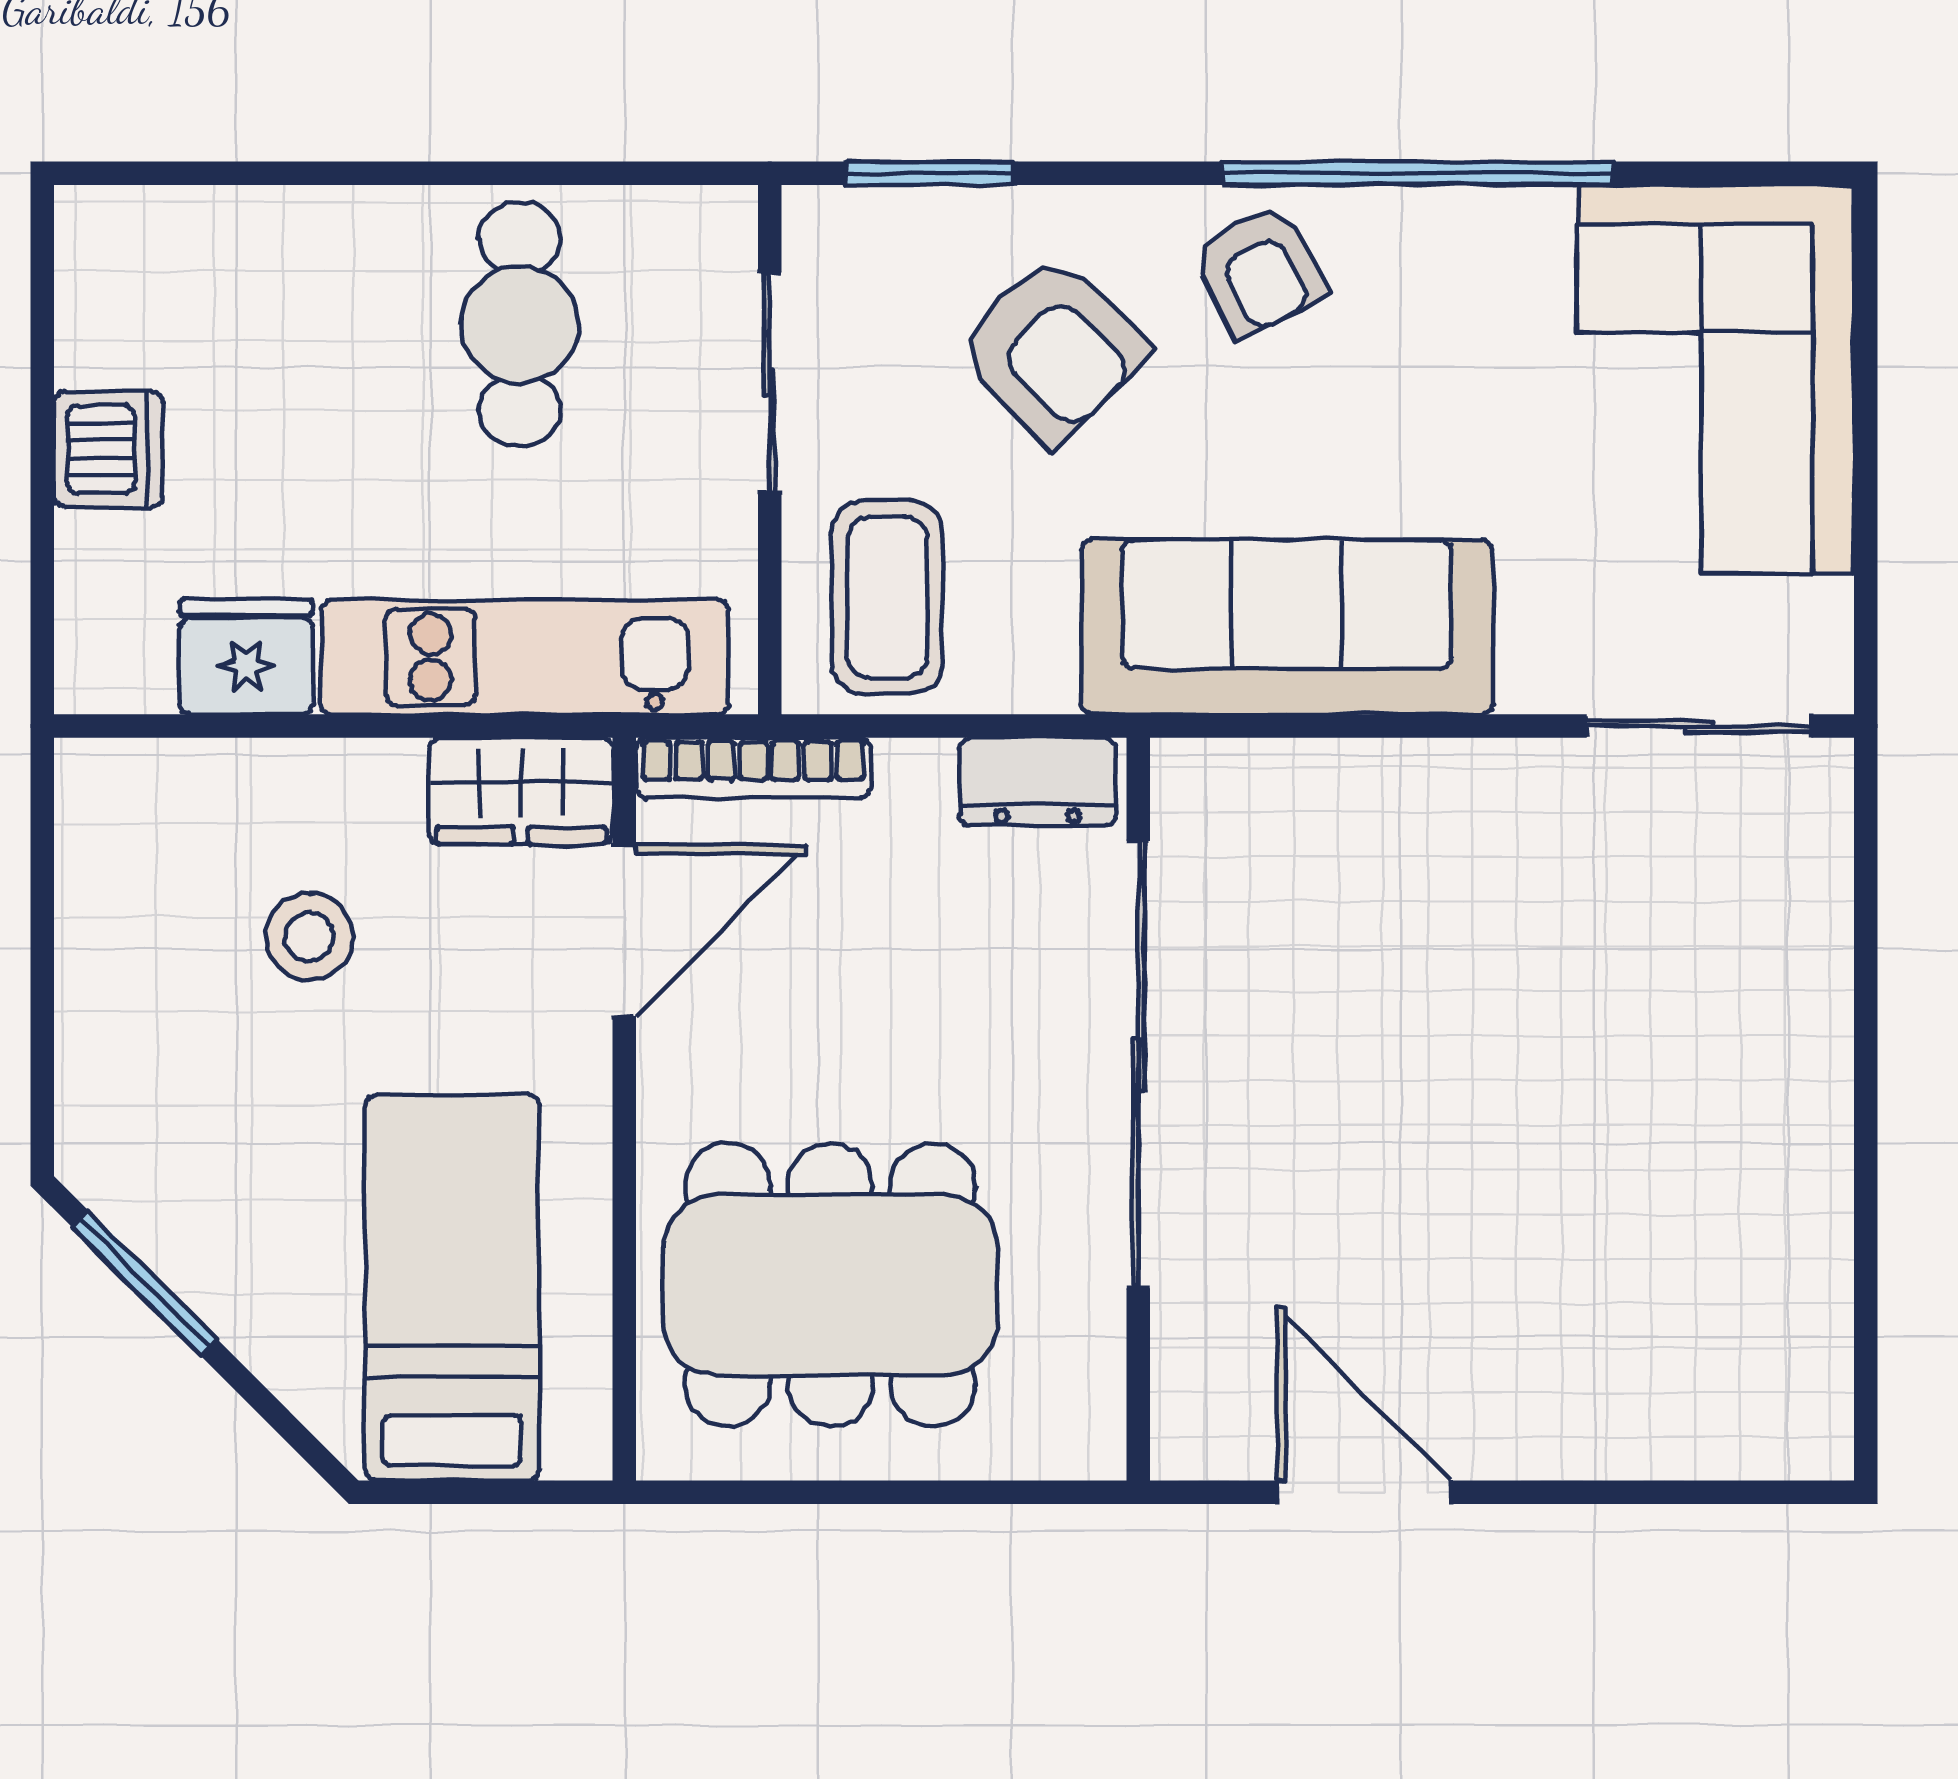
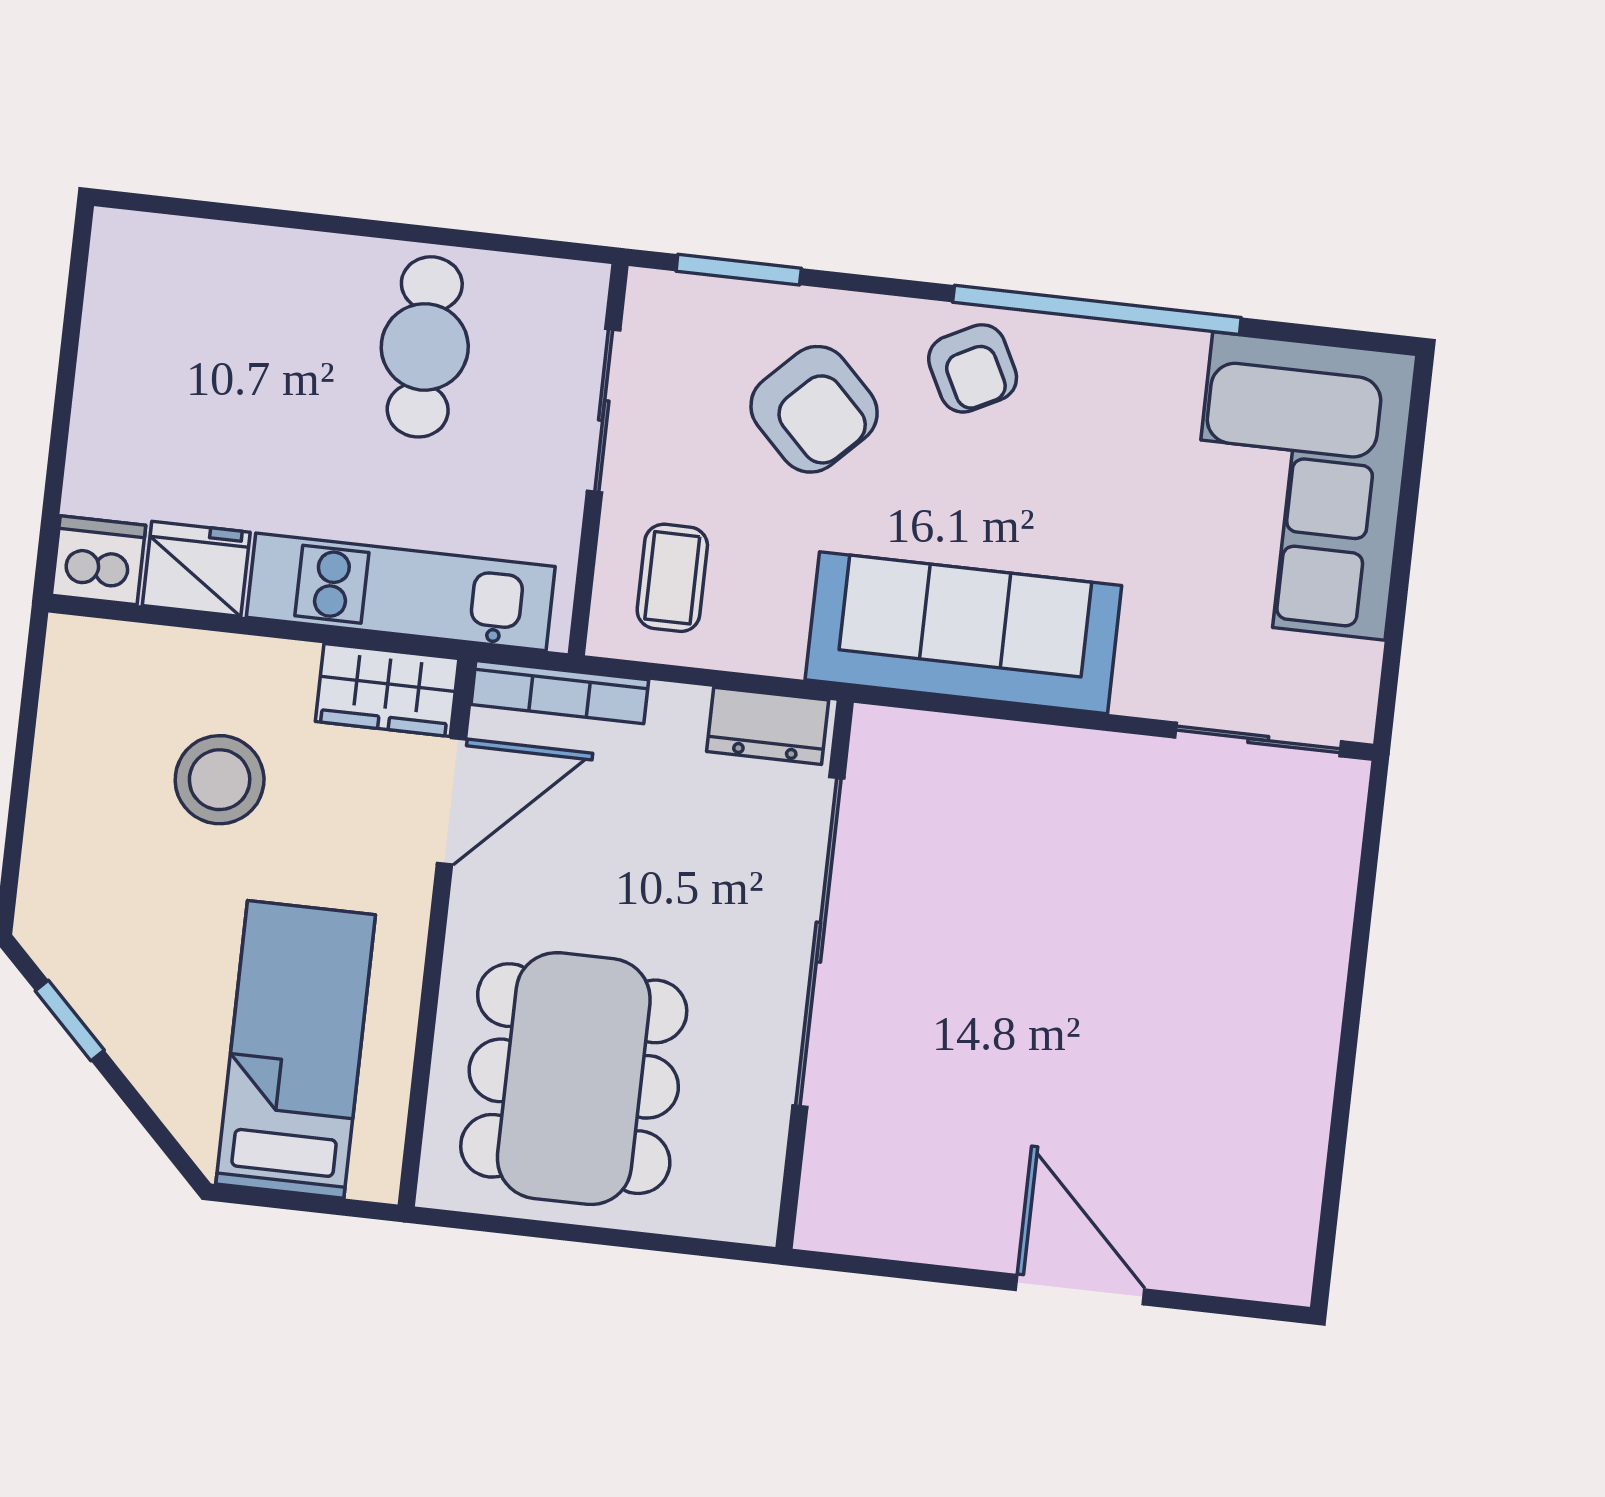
dishwasher: (108, 449) -> (99, 560), moved, turned -90
coffee table: (887, 597) -> (672, 578), width x0.73, depth x0.77
stool: (309, 937) -> (220, 780), width x1.38, depth x1.38
window: (144, 1283) -> (70, 1021), width x0.67
dining table: (830, 1285) -> (574, 1079), turned 90
door: (1364, 1492) -> (1080, 1290), moved

